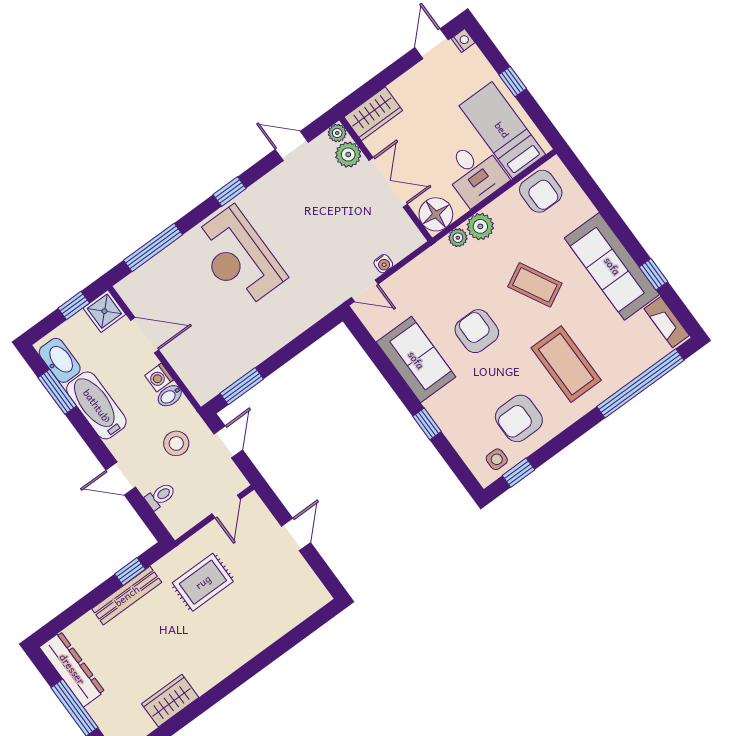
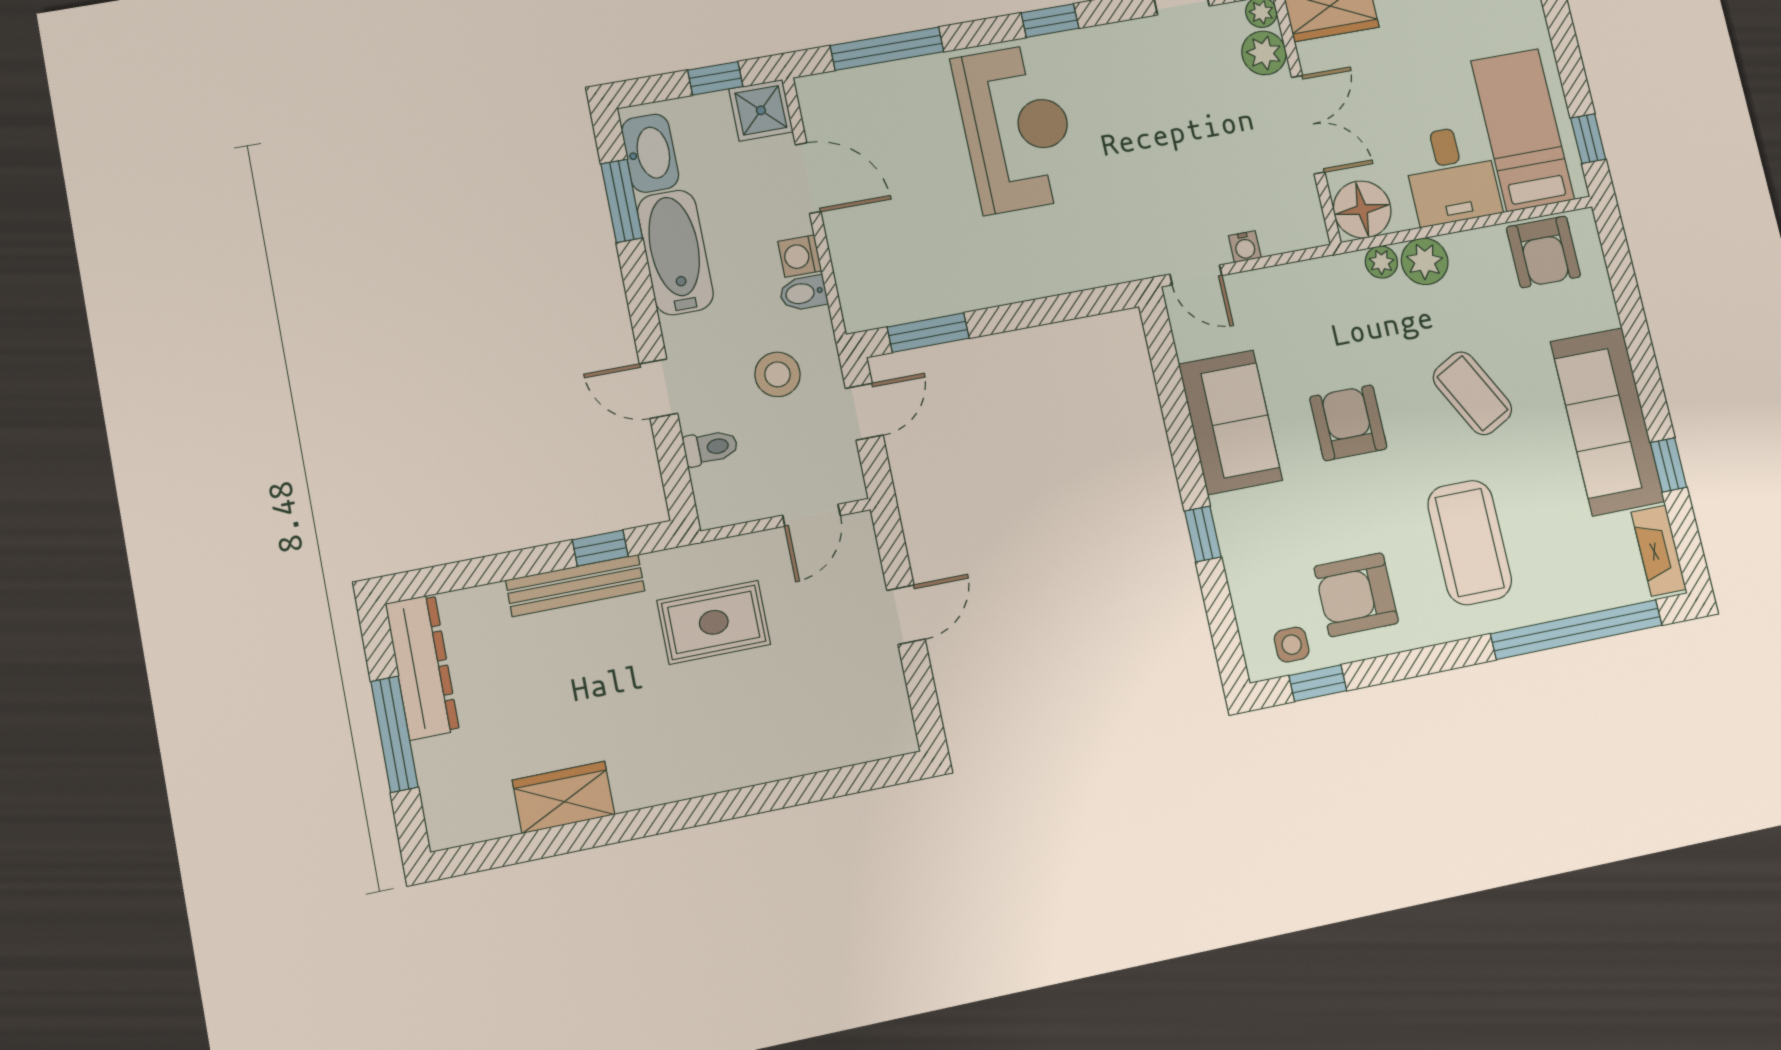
window: (513, 82) -> (1588, 139), moved
reception desk: (238, 257) -> (1017, 128), turned 180

